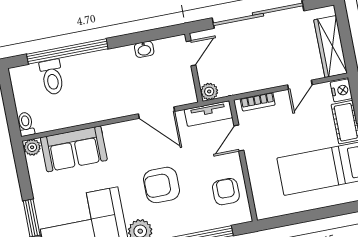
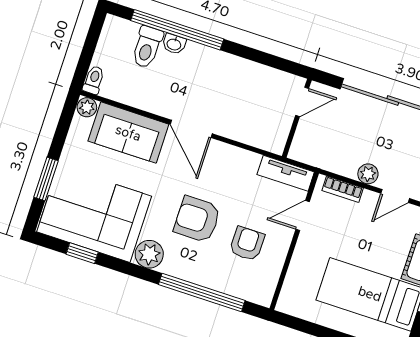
washbasin: (144, 49) -> (174, 44), moved
plant: (209, 91) -> (368, 174), moved
door: (156, 113) -> (191, 129), moved
armchair: (226, 192) -> (247, 244), moved

